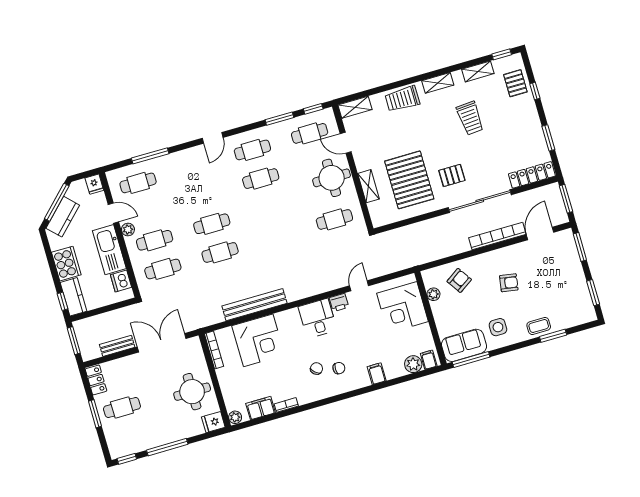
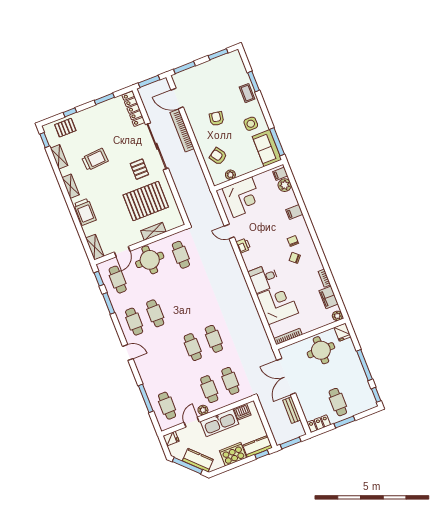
bench: (254, 305) -> (251, 309), removed
desk: (318, 318) -> (264, 278), moved

